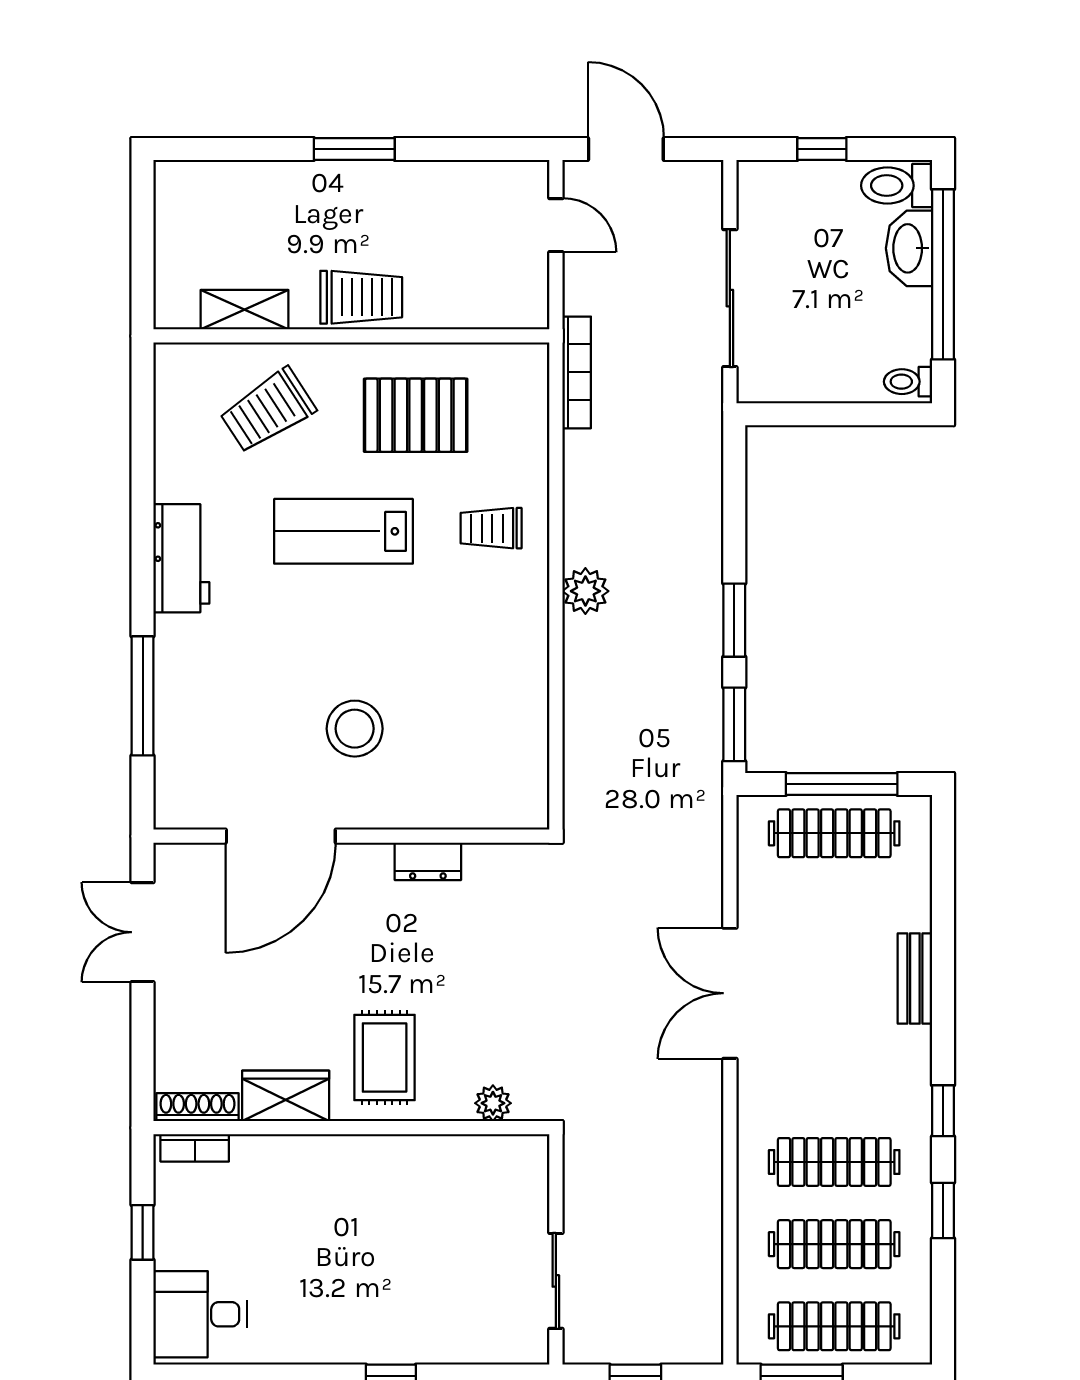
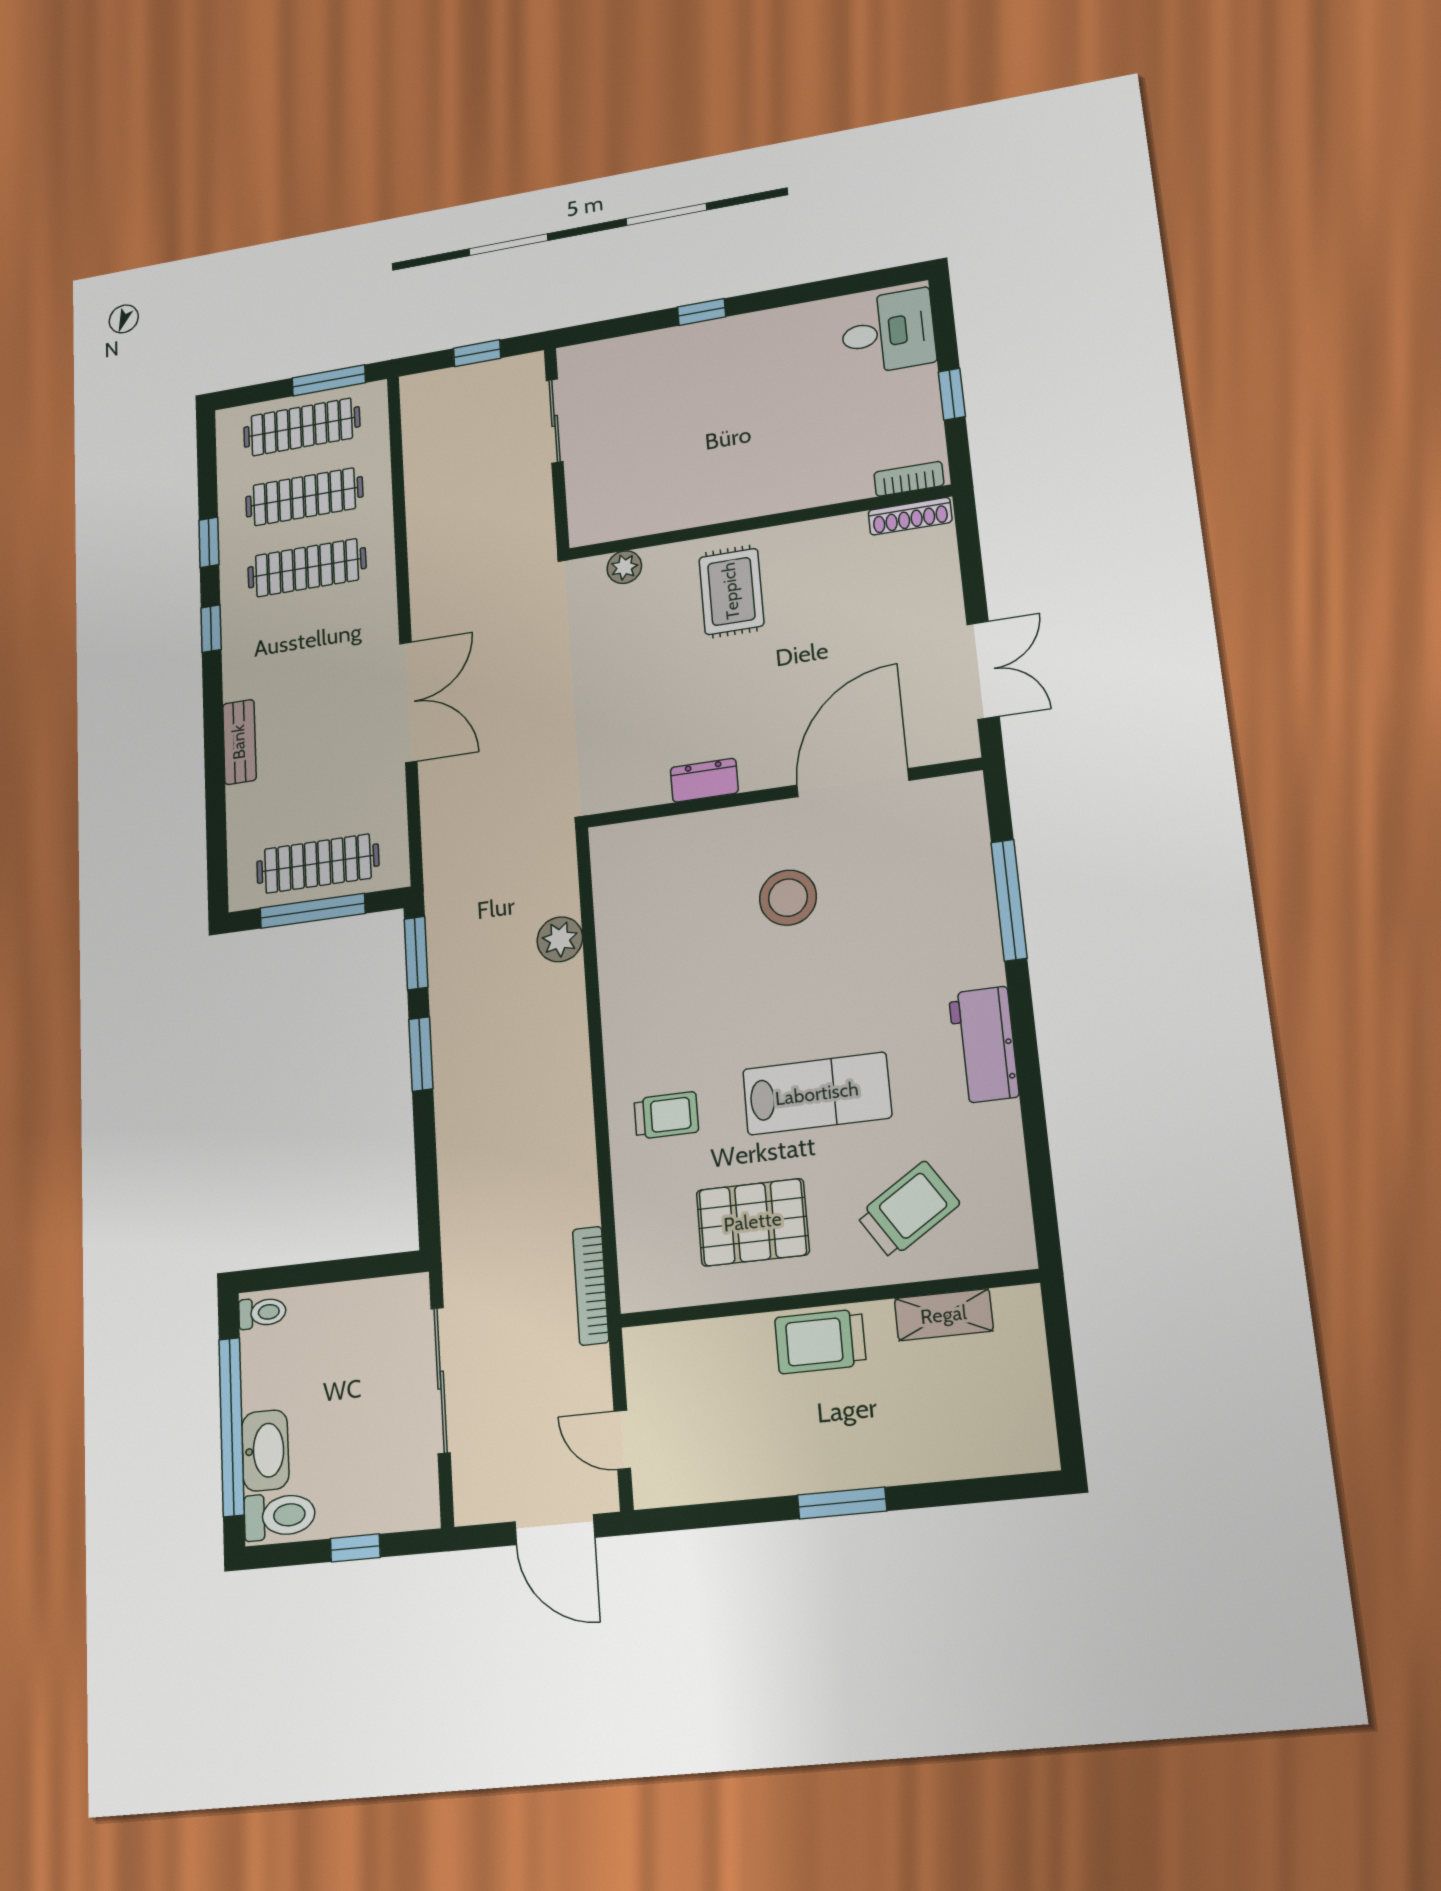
plant: (585, 591) -> (560, 939), moved
wardrobe: (286, 1096) -> (824, 541), removed

